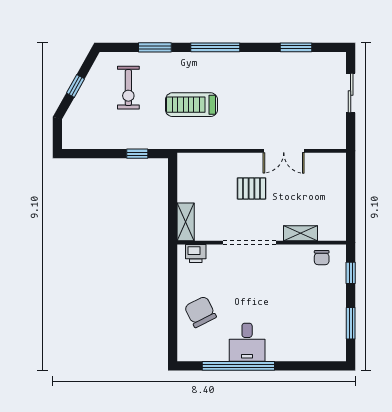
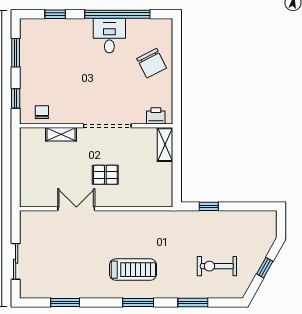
window: (215, 47) -> (138, 302), width x0.69
exercise bike: (128, 88) -> (217, 266), turned -90
treadmill: (191, 105) -> (133, 270), moved
window: (307, 366) -> (55, 14), added

